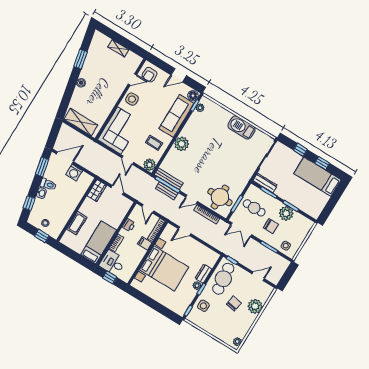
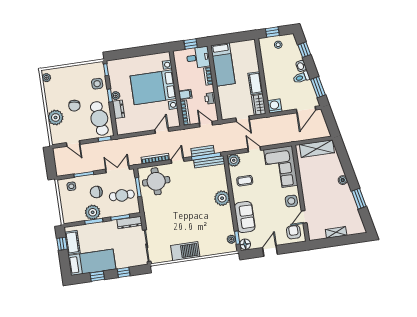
sofa: (176, 116) -> (245, 217), width x0.73
washing machine: (74, 173) -> (275, 106), moved
cot: (320, 203) -> (72, 242), added
window: (328, 209) -> (62, 244), added
cot: (77, 223) -> (255, 83), moved
door: (258, 276) -> (73, 144), hinge flipped

